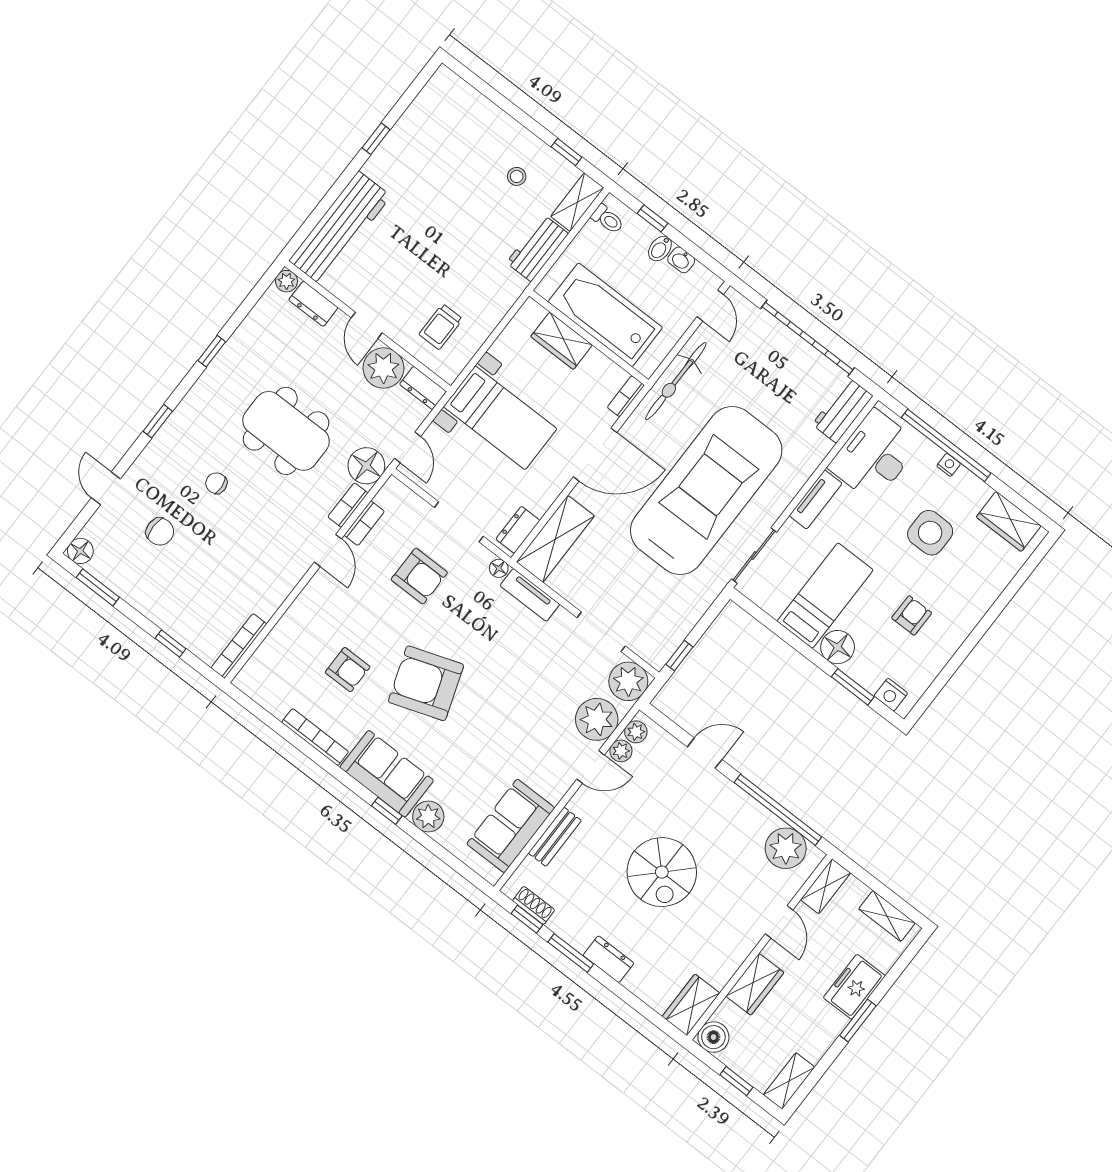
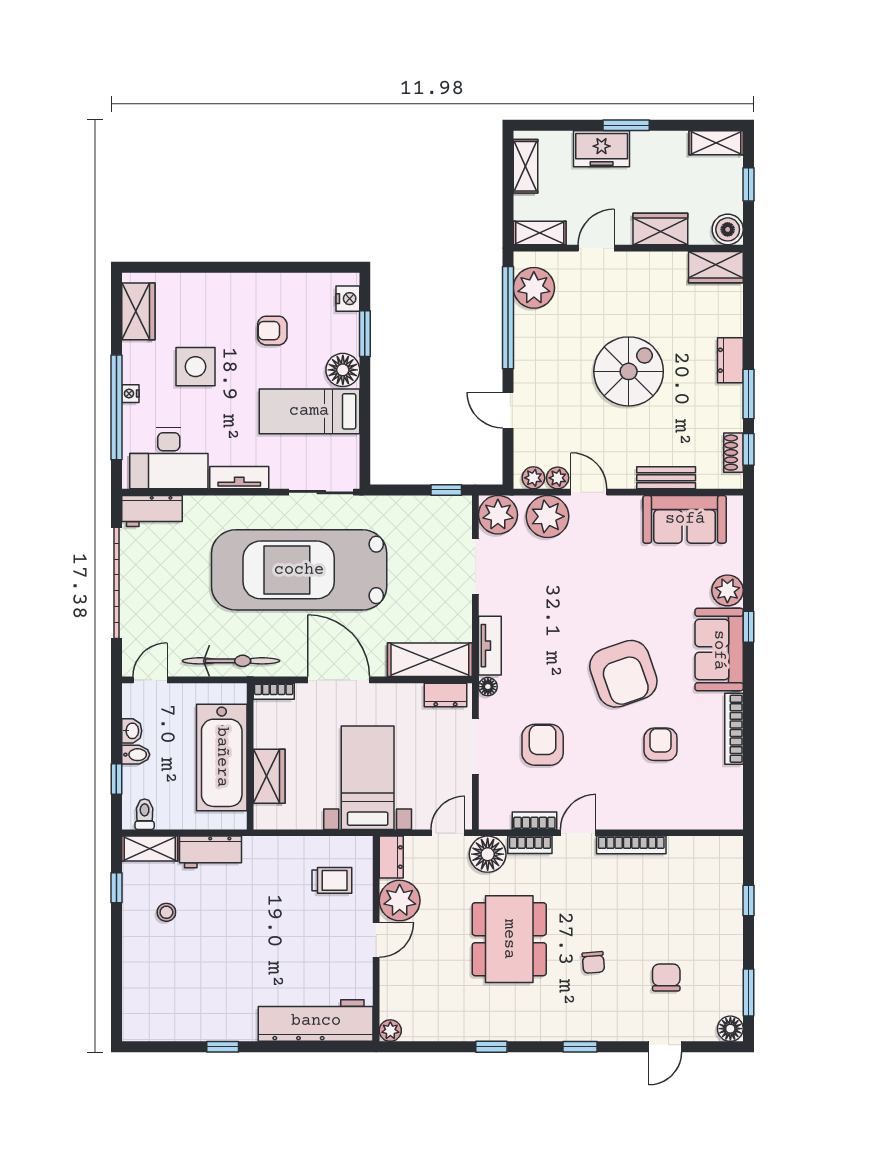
dresser: (313, 304) -> (392, 995), removed
bookcase: (239, 646) -> (631, 845), moved

